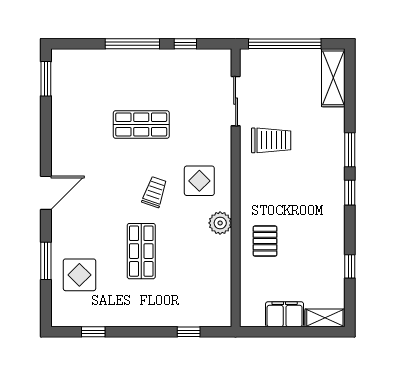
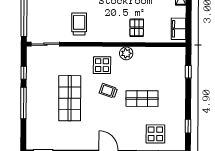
sliding door: (236, 101) -> (45, 44), moved
shop shelf: (141, 124) -> (70, 98), width x1.43, depth x1.36
pallet: (265, 241) -> (137, 28), turned 90
filing cabinet: (285, 314) -> (178, 29), moved

